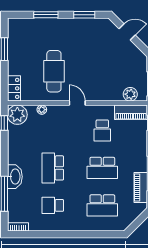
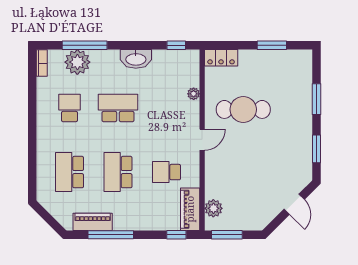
plant: (17, 115) -> (77, 62), moved
washbasin: (15, 177) -> (136, 59), moved

